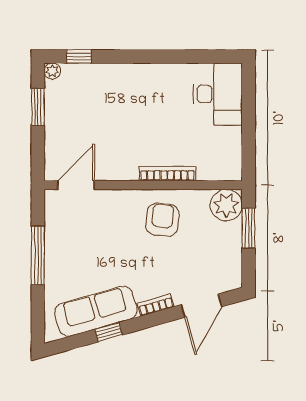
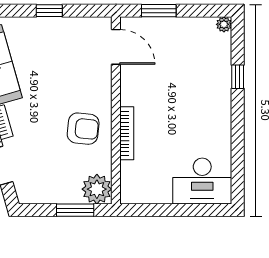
window: (79, 57) -> (238, 77), moved
window: (38, 107) -> (159, 11), moved
window: (38, 255) -> (49, 11), width x0.46

